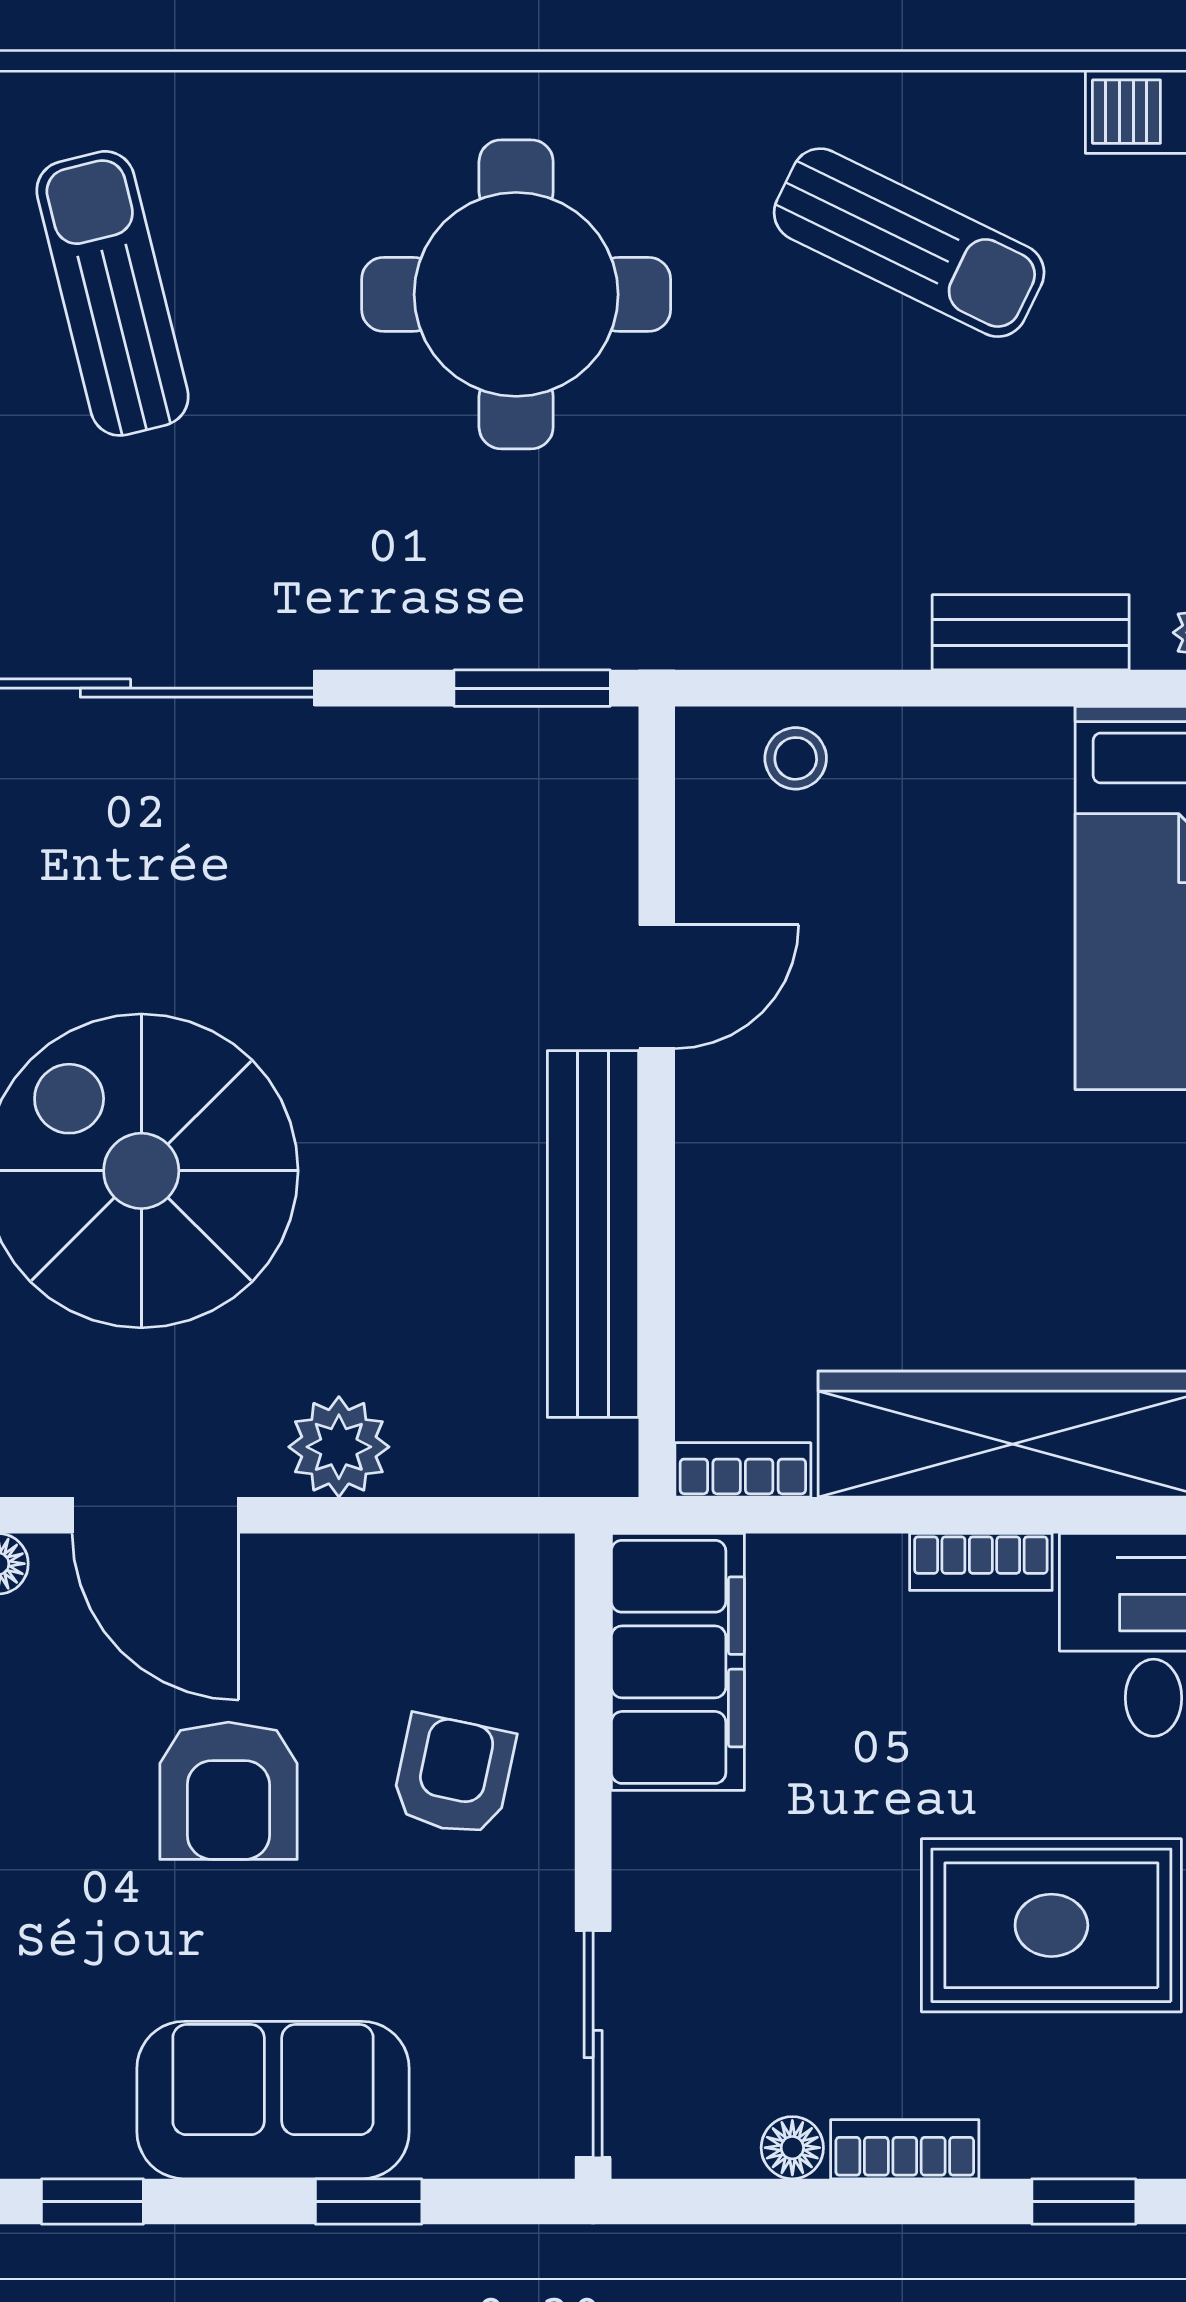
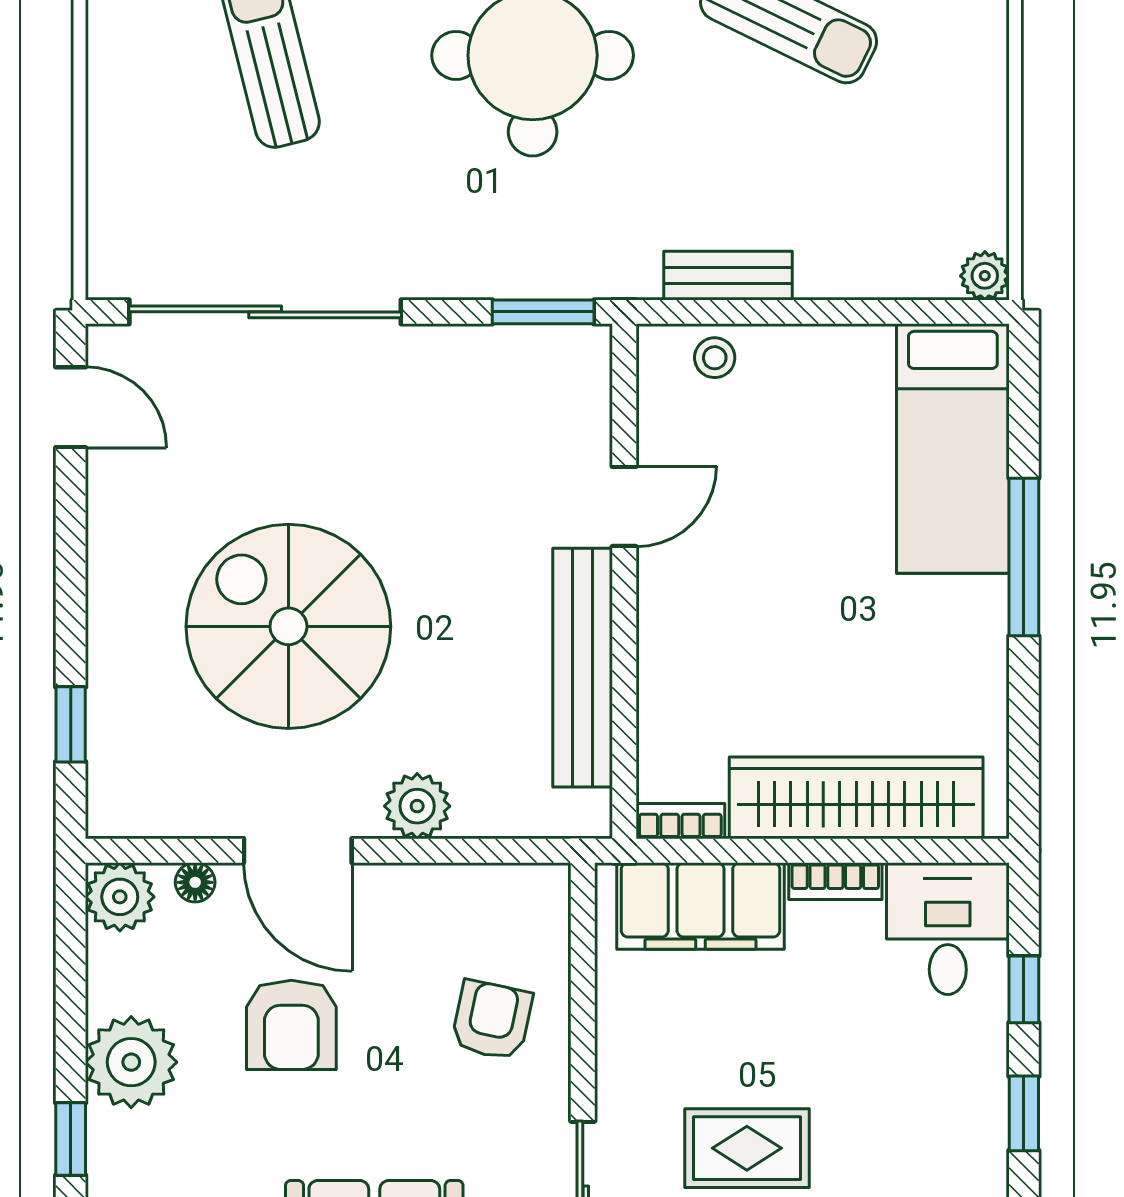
bench: (1031, 632) -> (728, 276), moved
filing cabinet: (678, 1662) -> (701, 906), moved, turned 90
armchair: (228, 1791) -> (291, 1025), moved
rug: (1051, 1925) -> (747, 1148), moved, width x0.73, depth x0.70

